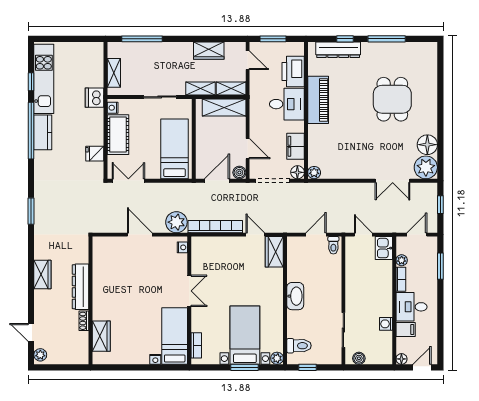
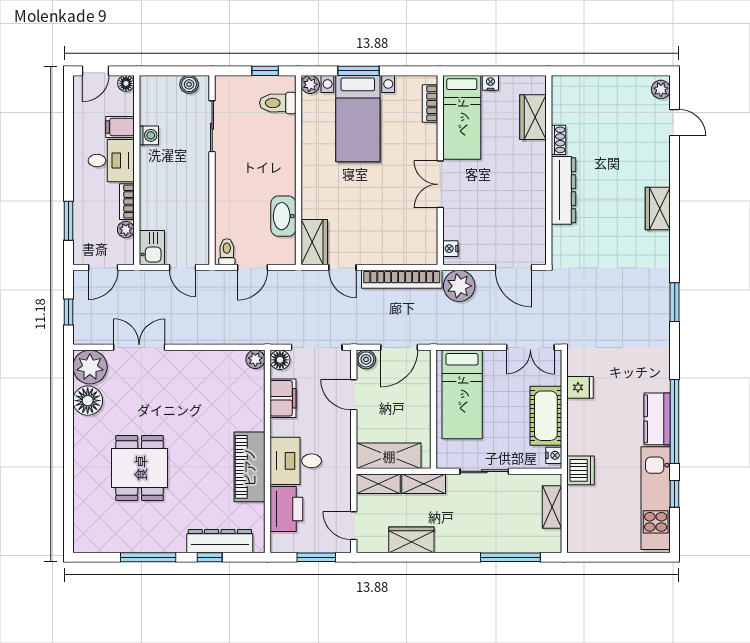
dresser: (81, 287) -> (564, 190), moved
washbasin: (295, 296) -> (283, 216), moved
wall: (91, 300) -> (549, 170), moved
shoe rack: (84, 321) -> (559, 140), moved
wardrobe: (101, 336) -> (533, 117), moved

